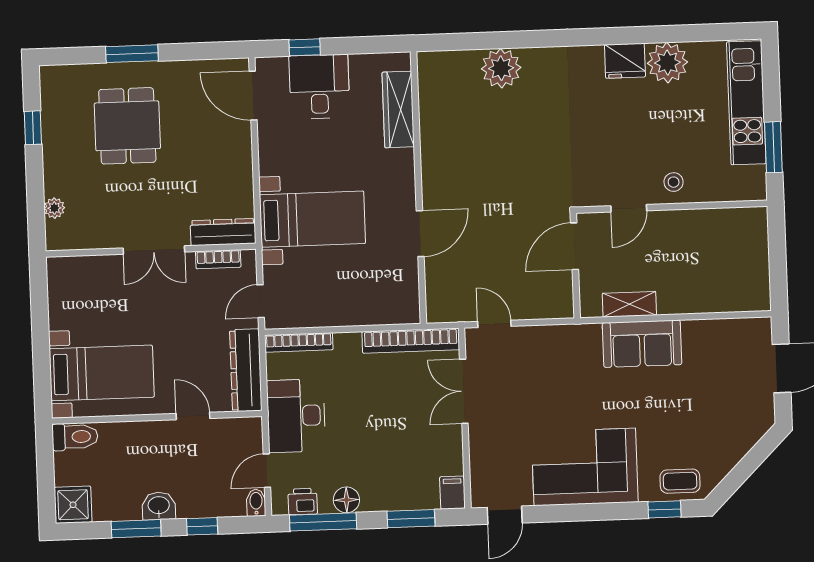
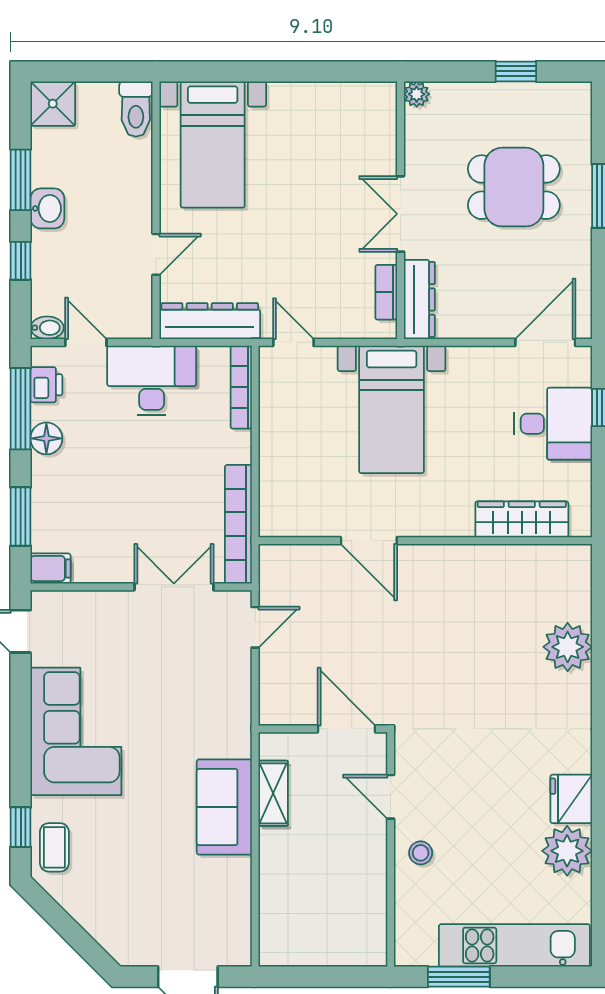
dresser: (223, 232) -> (419, 299), moved
wall: (151, 250) -> (400, 210), moved
double door: (154, 250) -> (400, 214), moved
bookcase: (218, 259) -> (386, 292), moved

